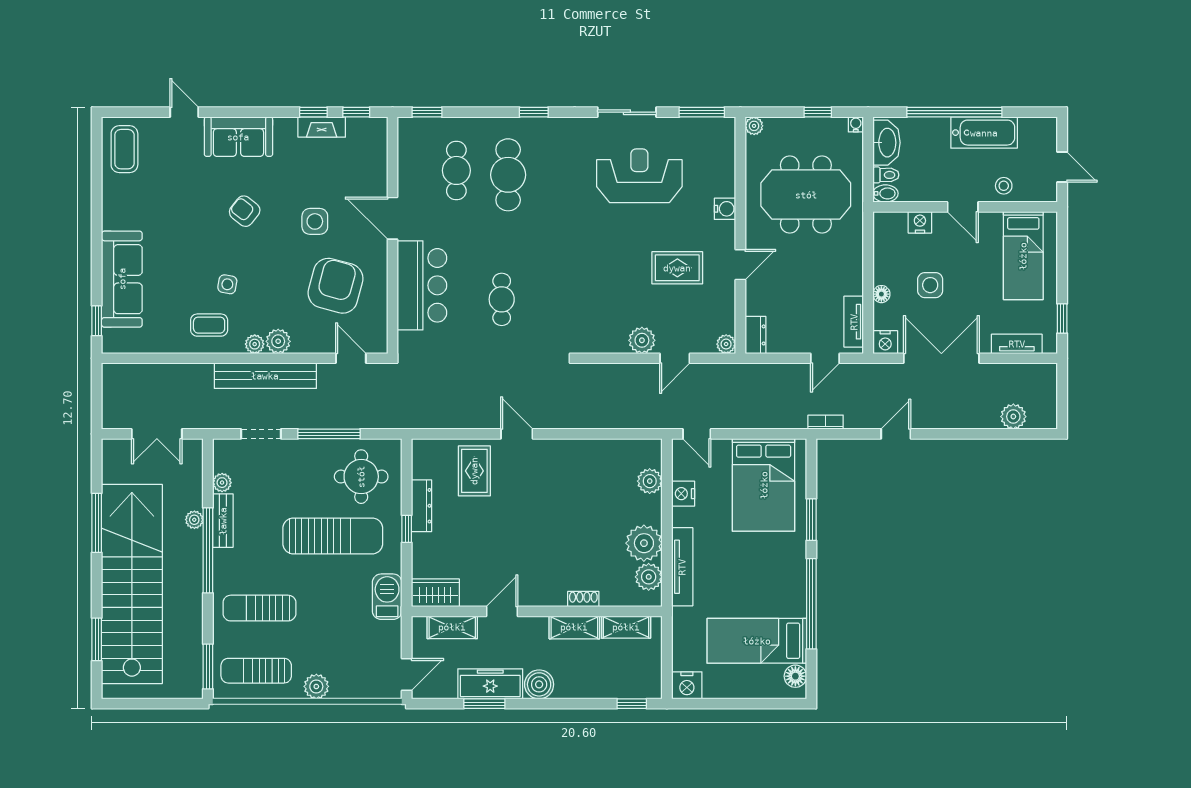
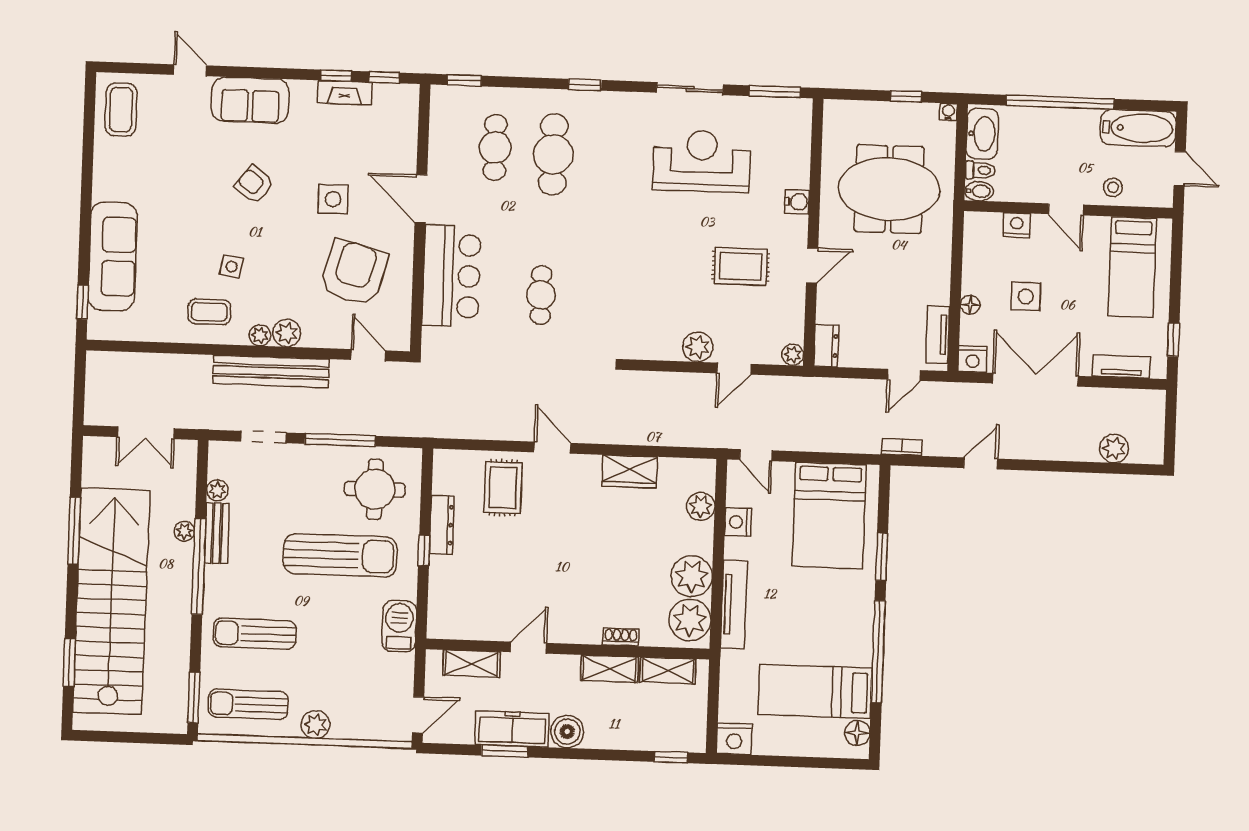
plant: (754, 126) -> (833, 109), removed
bathtub: (984, 133) -> (1138, 128), moved
plant: (649, 577) -> (690, 620), width x1.36, depth x1.36
wardrobe: (435, 593) -> (630, 472), moved, turned 180

